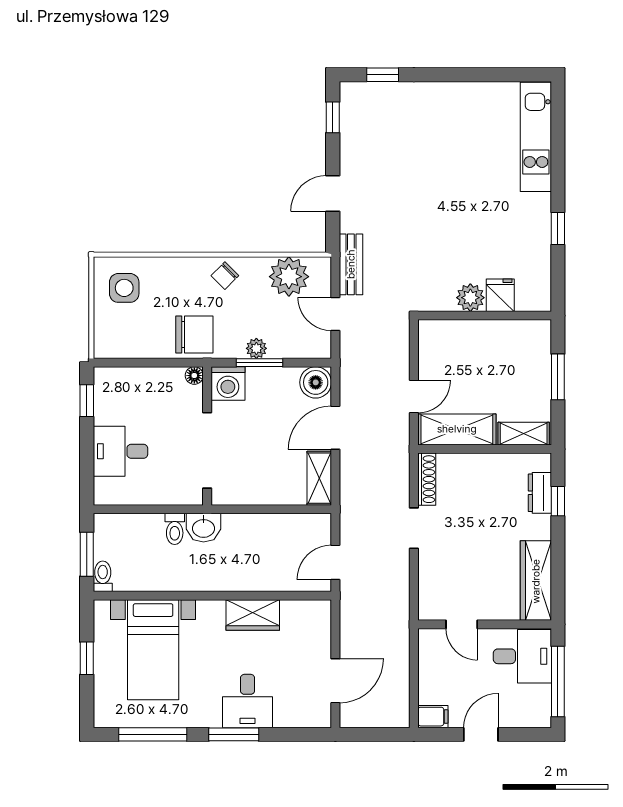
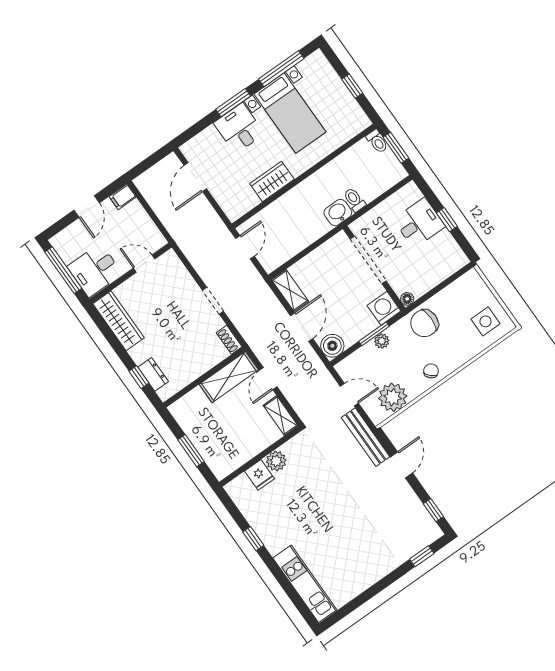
bench: (351, 264) -> (366, 437), width x1.36
window: (87, 401) -> (447, 220), moved
shelving: (524, 434) -> (281, 416), moved, turned 90
shoe rack: (427, 479) -> (229, 340), width x0.70
bed with nightstands: (153, 650) -> (290, 113), moved, turned 180

